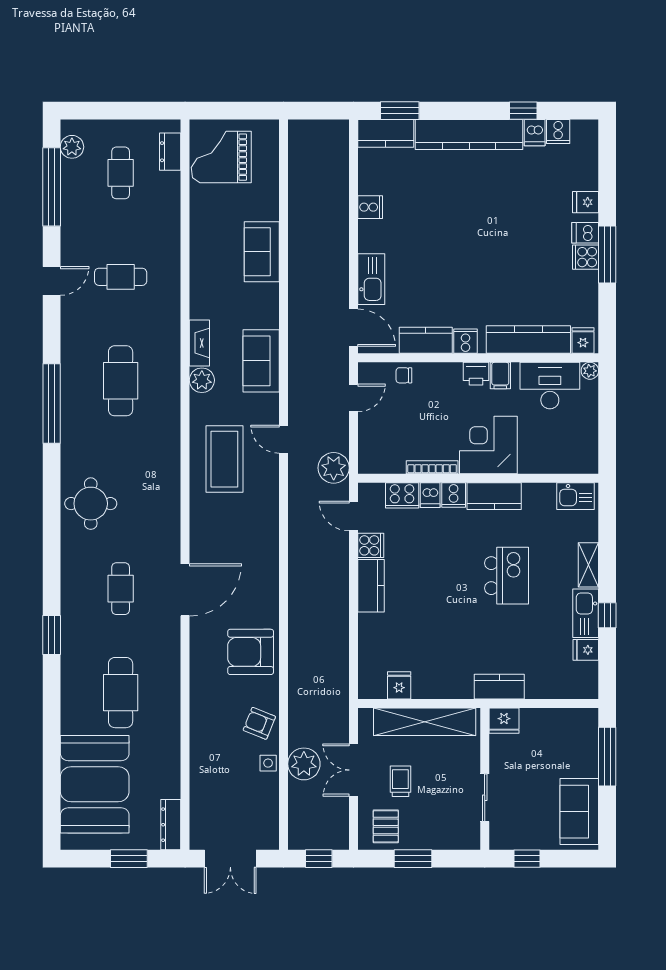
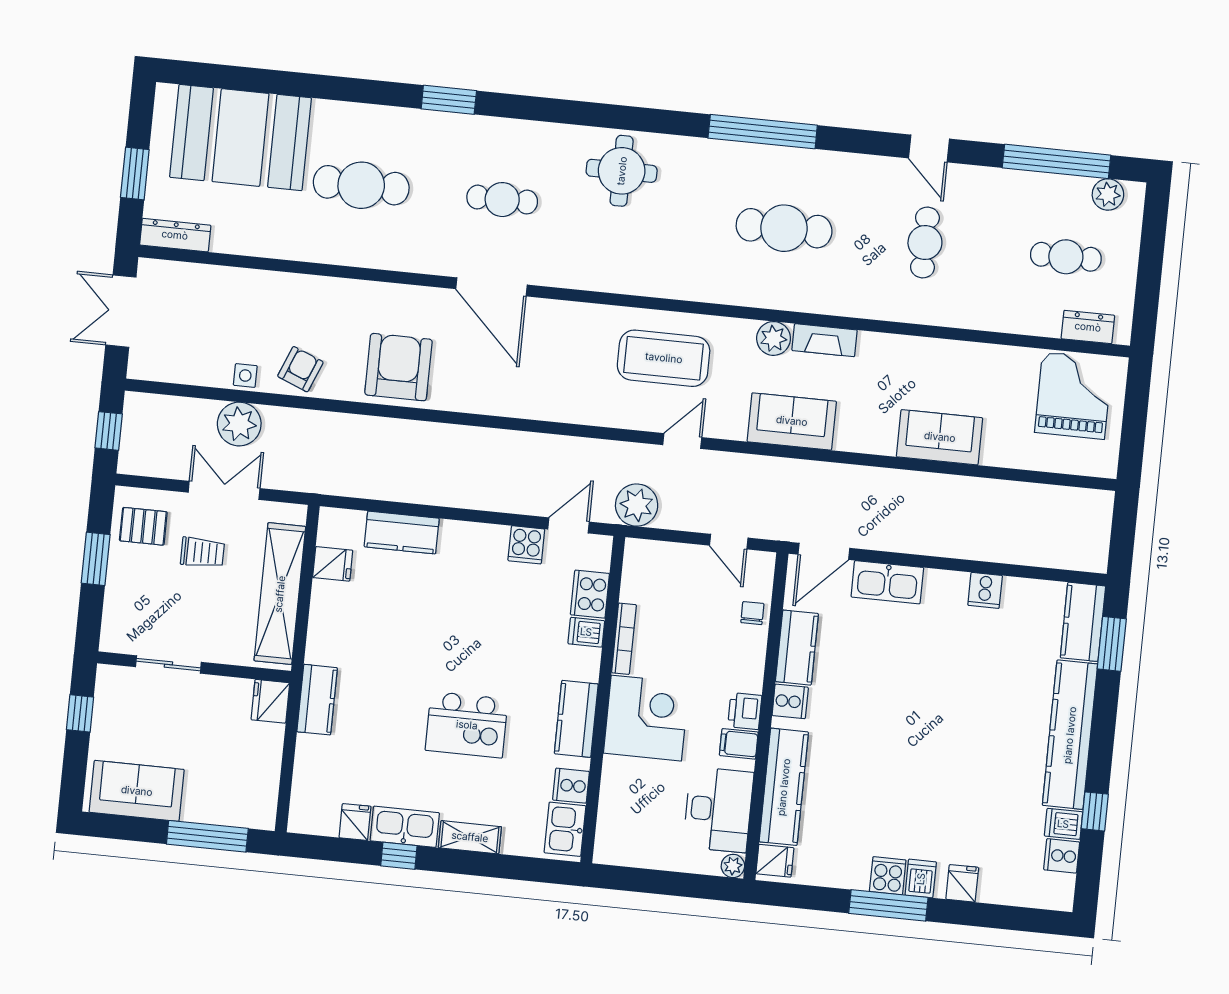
cooker: (454, 495) -> (571, 786), moved
kitchen counter: (371, 586) -> (402, 533), moved

